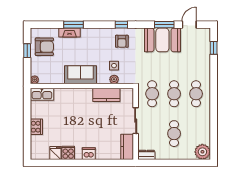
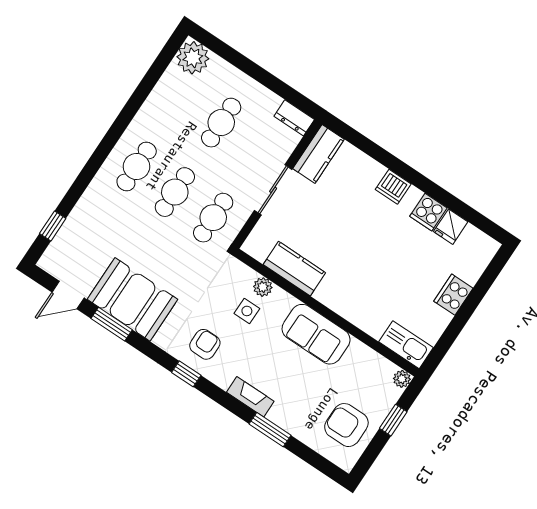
fireplace: (70, 32) -> (250, 397), moved
window: (27, 51) -> (393, 420), moved

